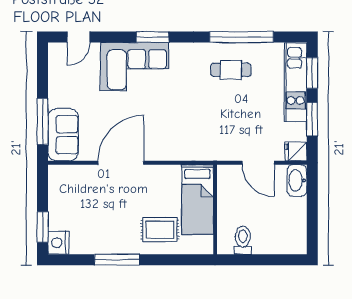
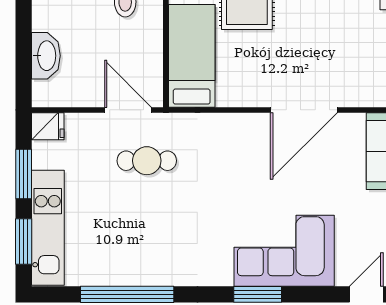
cafe table: (231, 70) -> (147, 161), moved
door: (258, 163) -> (128, 110), moved
washbasin: (297, 181) -> (46, 56), moved

